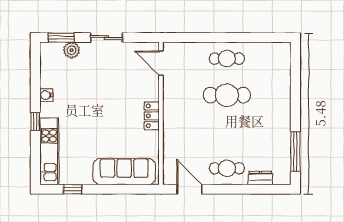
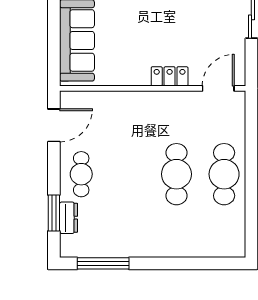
cafe table: (227, 59) -> (224, 174), width x1.37, depth x1.35
locker: (152, 116) -> (170, 76), moved
window: (257, 189) -> (54, 213), added

